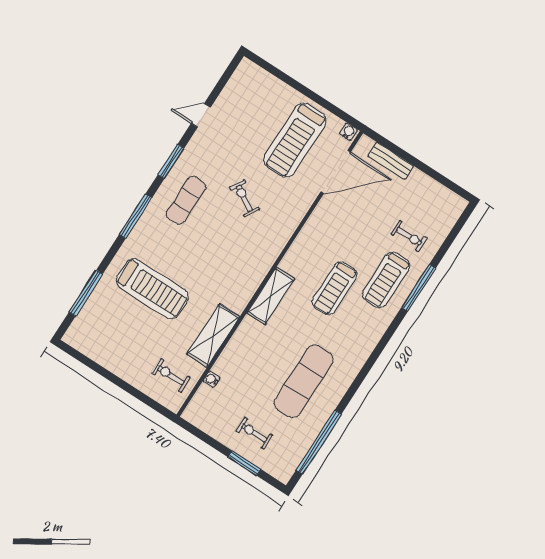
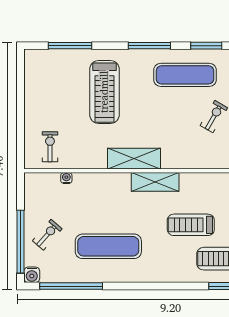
exercise mat: (186, 200) -> (185, 75), width x1.36, depth x1.45
shelving: (213, 335) -> (134, 159), moved
exercise bike: (254, 433) -> (47, 235), turned 41
window: (244, 463) -> (21, 242), width x2.11
water cooler: (283, 473) -> (32, 275), added

